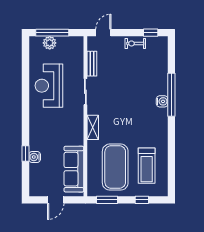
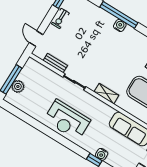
reception desk: (49, 86) -> (67, 120), moved

